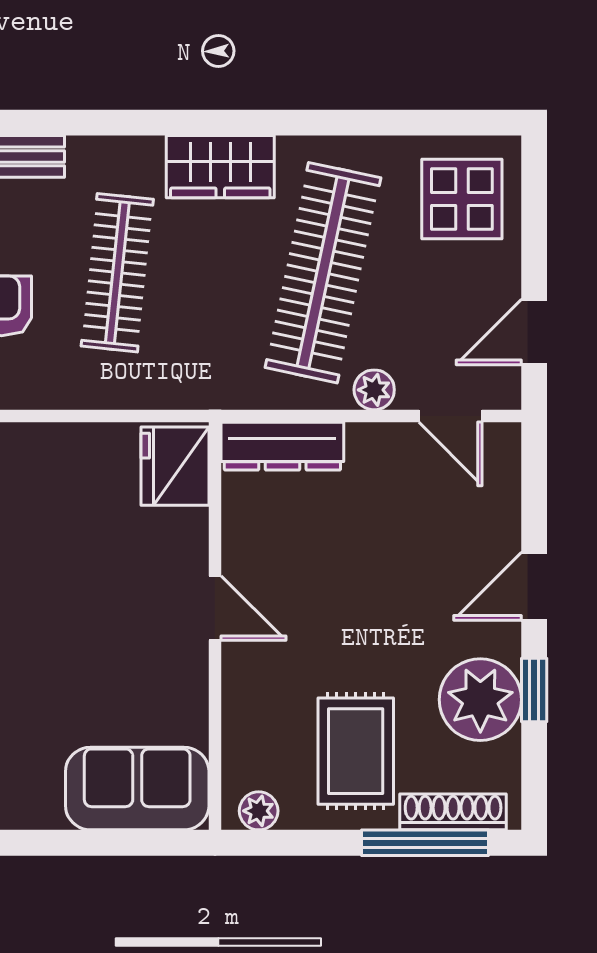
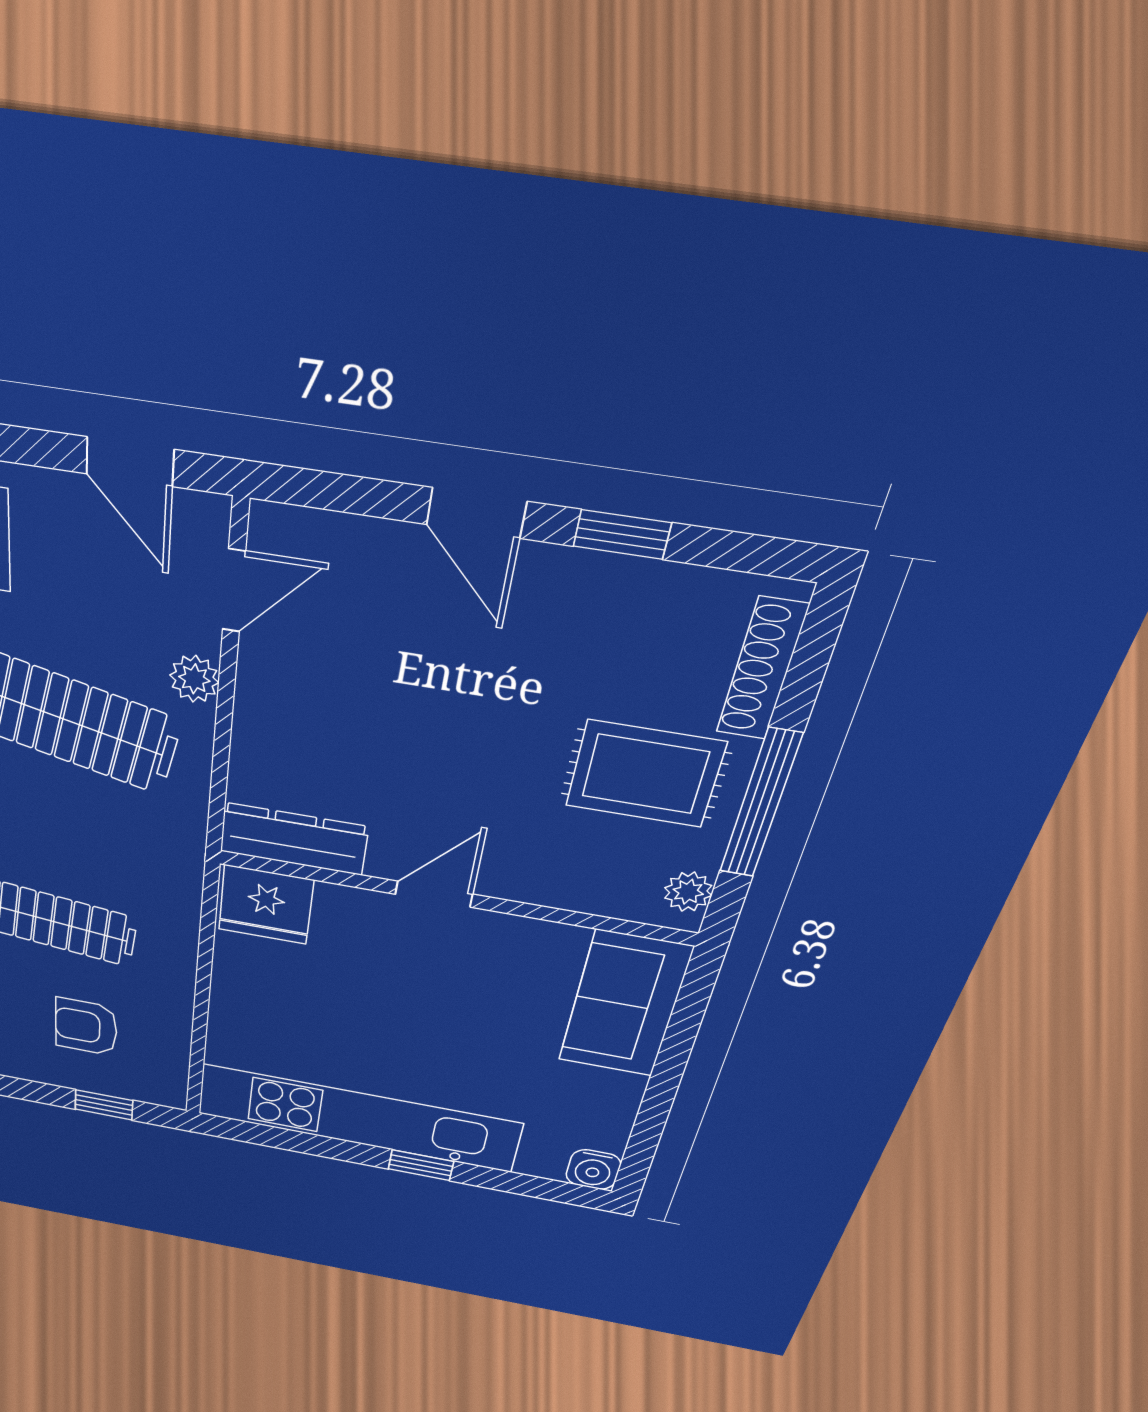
dresser: (282, 446) -> (293, 839), moved, turned -90
plant: (480, 700) -> (617, 610), removed
window: (425, 843) -> (760, 804), moved

